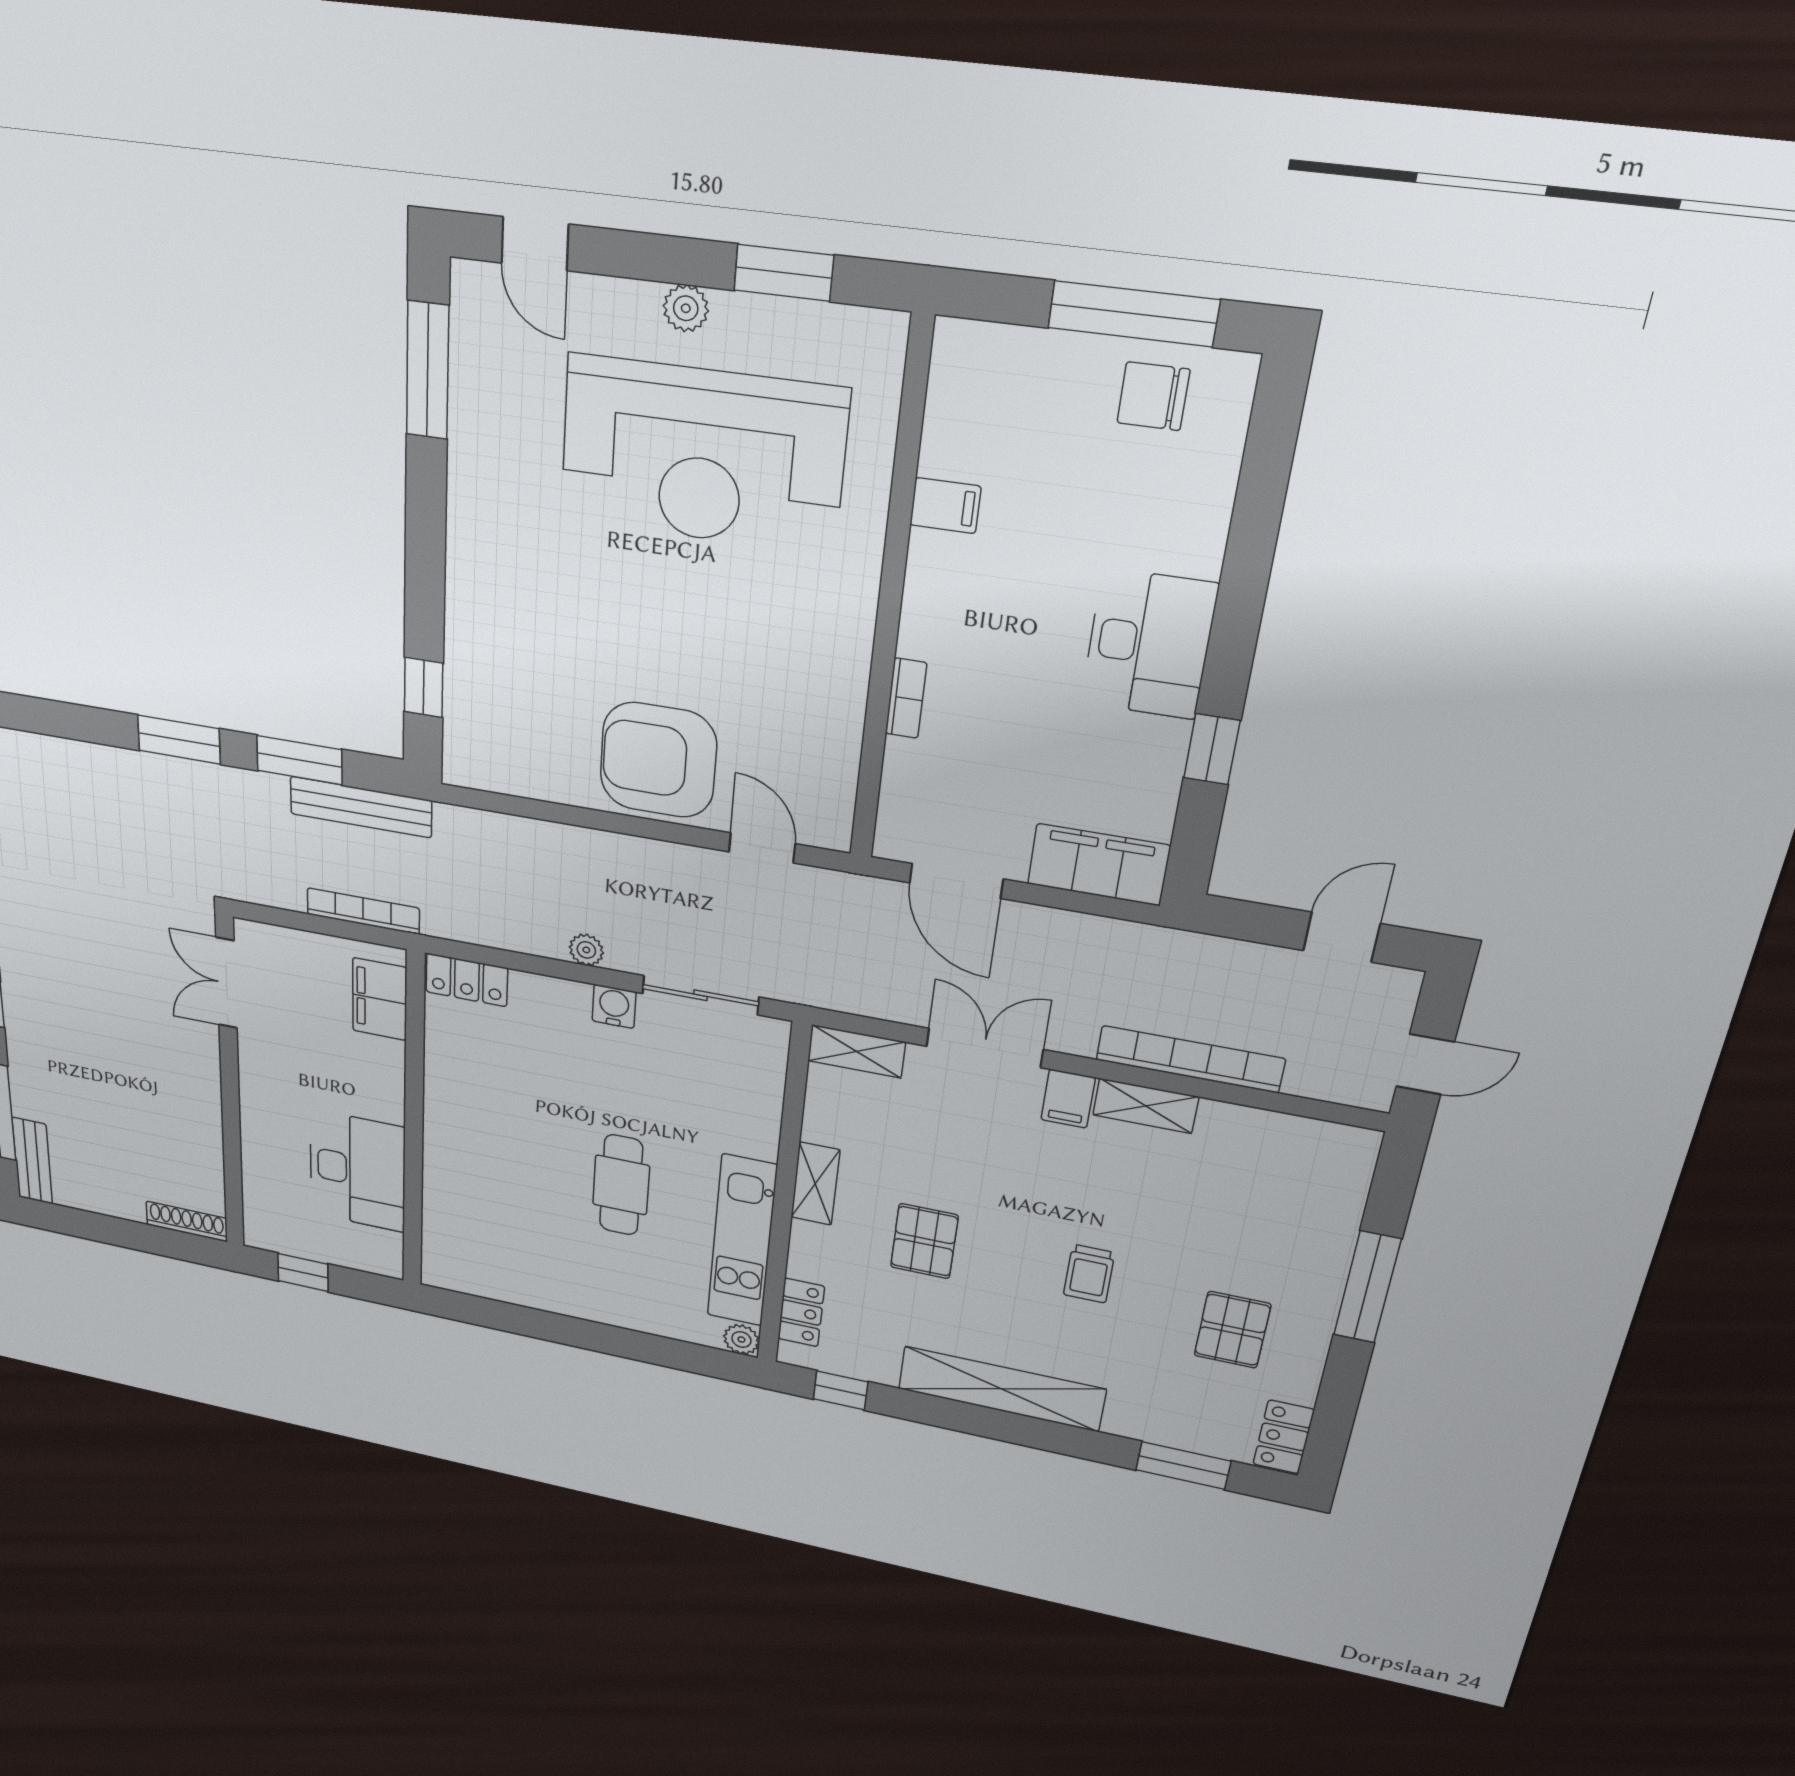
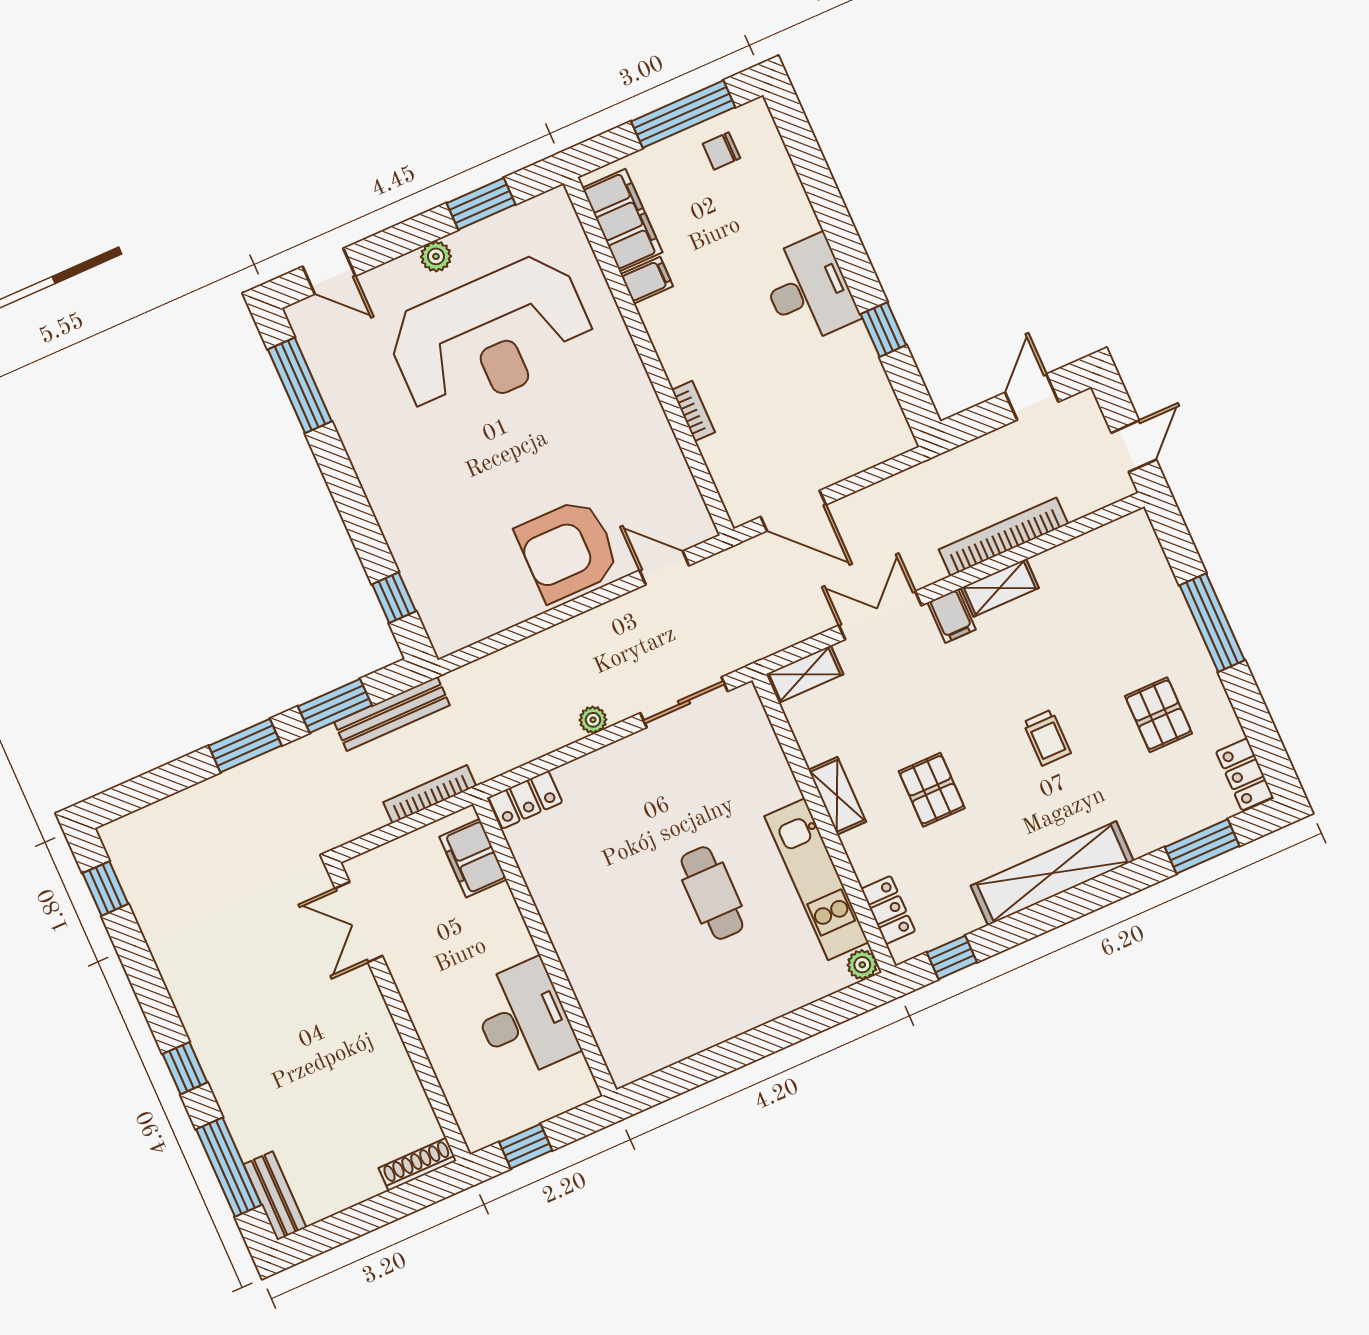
chair: (1153, 396) -> (721, 151), width x0.73, depth x0.73
filing cabinet: (1099, 865) -> (622, 220), moved, turned 90
water cooler: (614, 1006) -> (633, 751), removed

